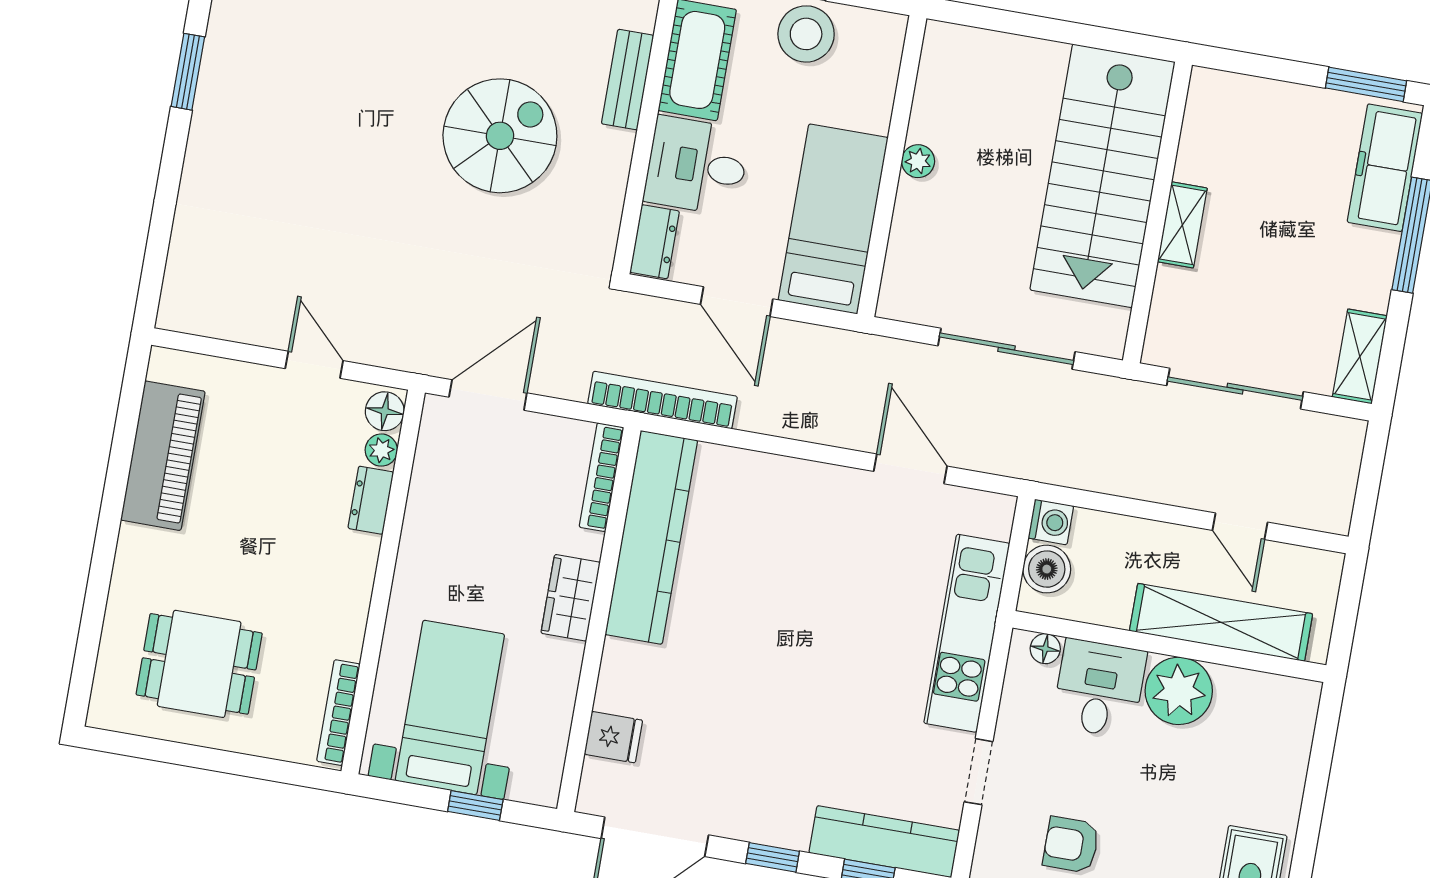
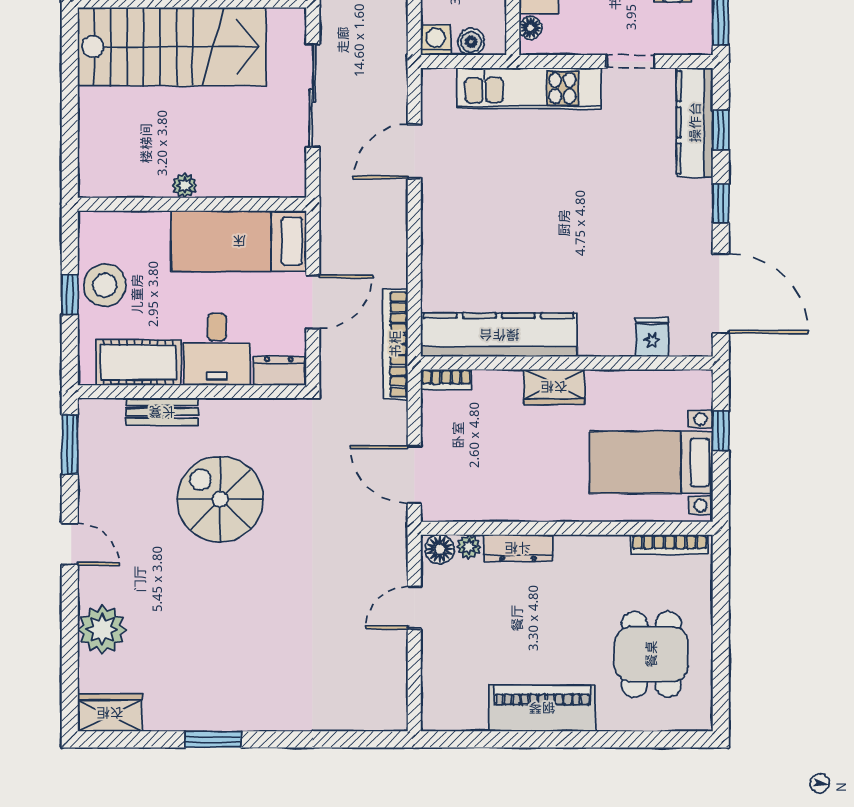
piano: (163, 456) -> (542, 708), moved
bookcase: (601, 477) -> (446, 380), width x0.64
dresser: (371, 500) -> (518, 548), width x1.44
boiler: (1047, 569) -> (471, 42), width x0.73, depth x0.73

